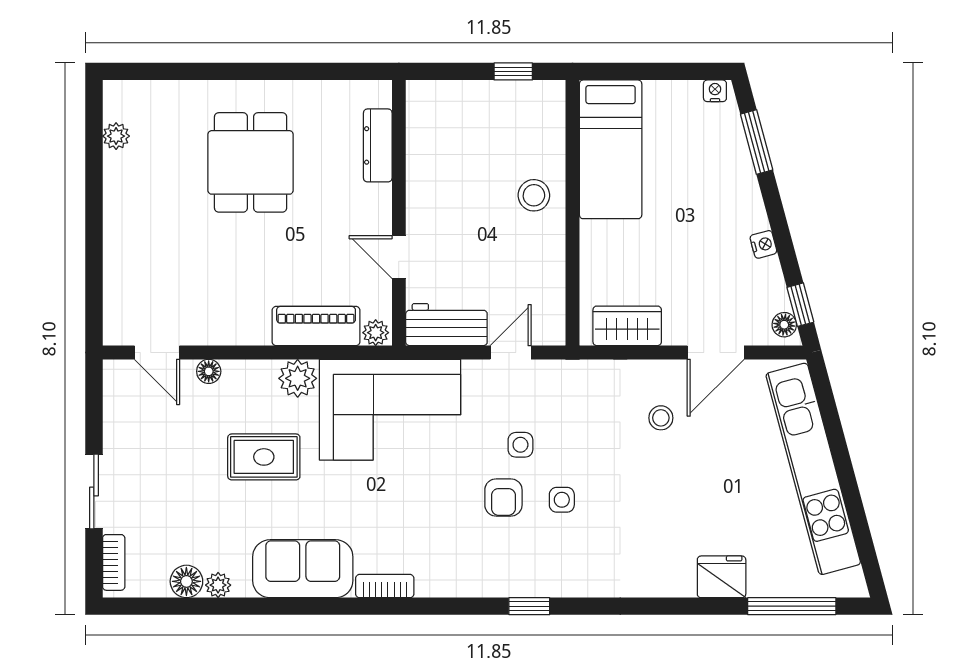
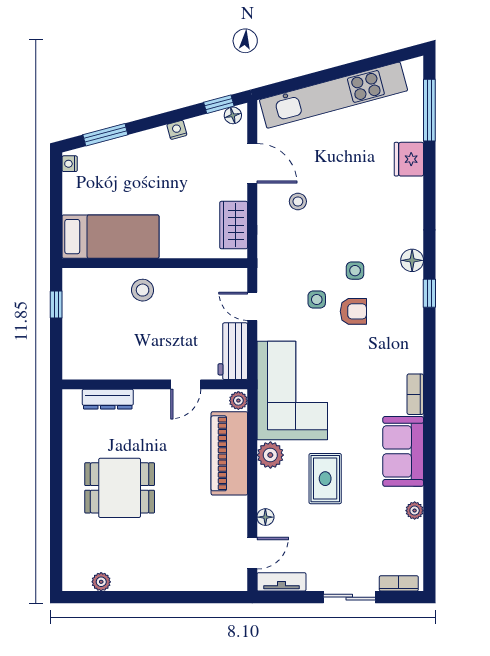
piano: (316, 326) -> (229, 453), width x1.37, depth x1.33
tv unit: (116, 394) -> (281, 582), added
floor lamp: (186, 581) -> (412, 260), moved

